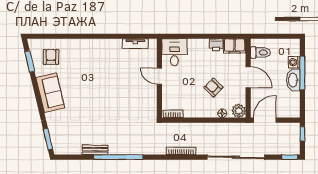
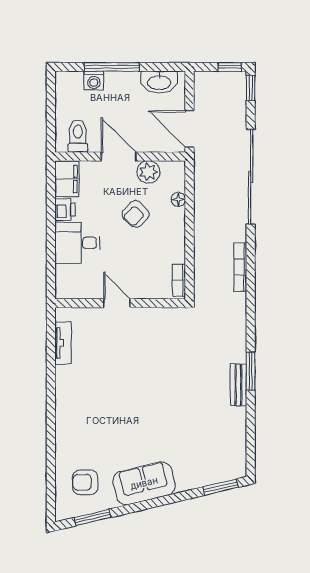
desk: (174, 52) -> (77, 243), moved
door: (159, 76) -> (117, 303), swing flipped
door: (248, 77) -> (119, 157), hinge flipped
washbasin: (293, 80) -> (159, 82), moved
plant: (239, 111) -> (148, 172), moved
window: (302, 134) -> (230, 67), moved
bench: (95, 150) -> (238, 385), moved
window: (118, 157) -> (251, 371), width x0.47

